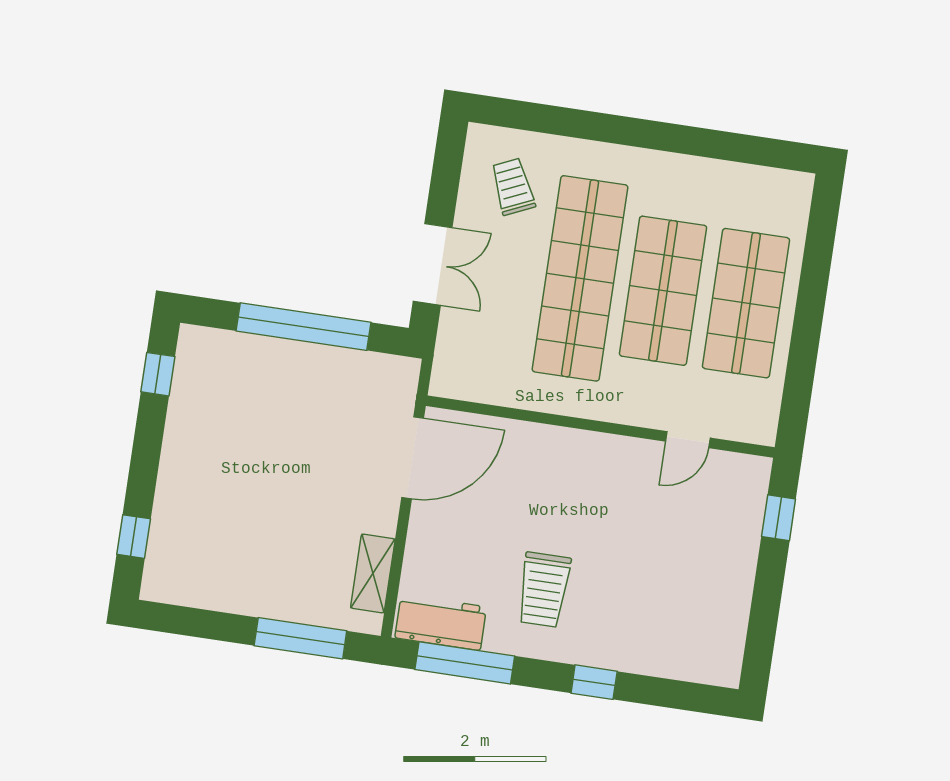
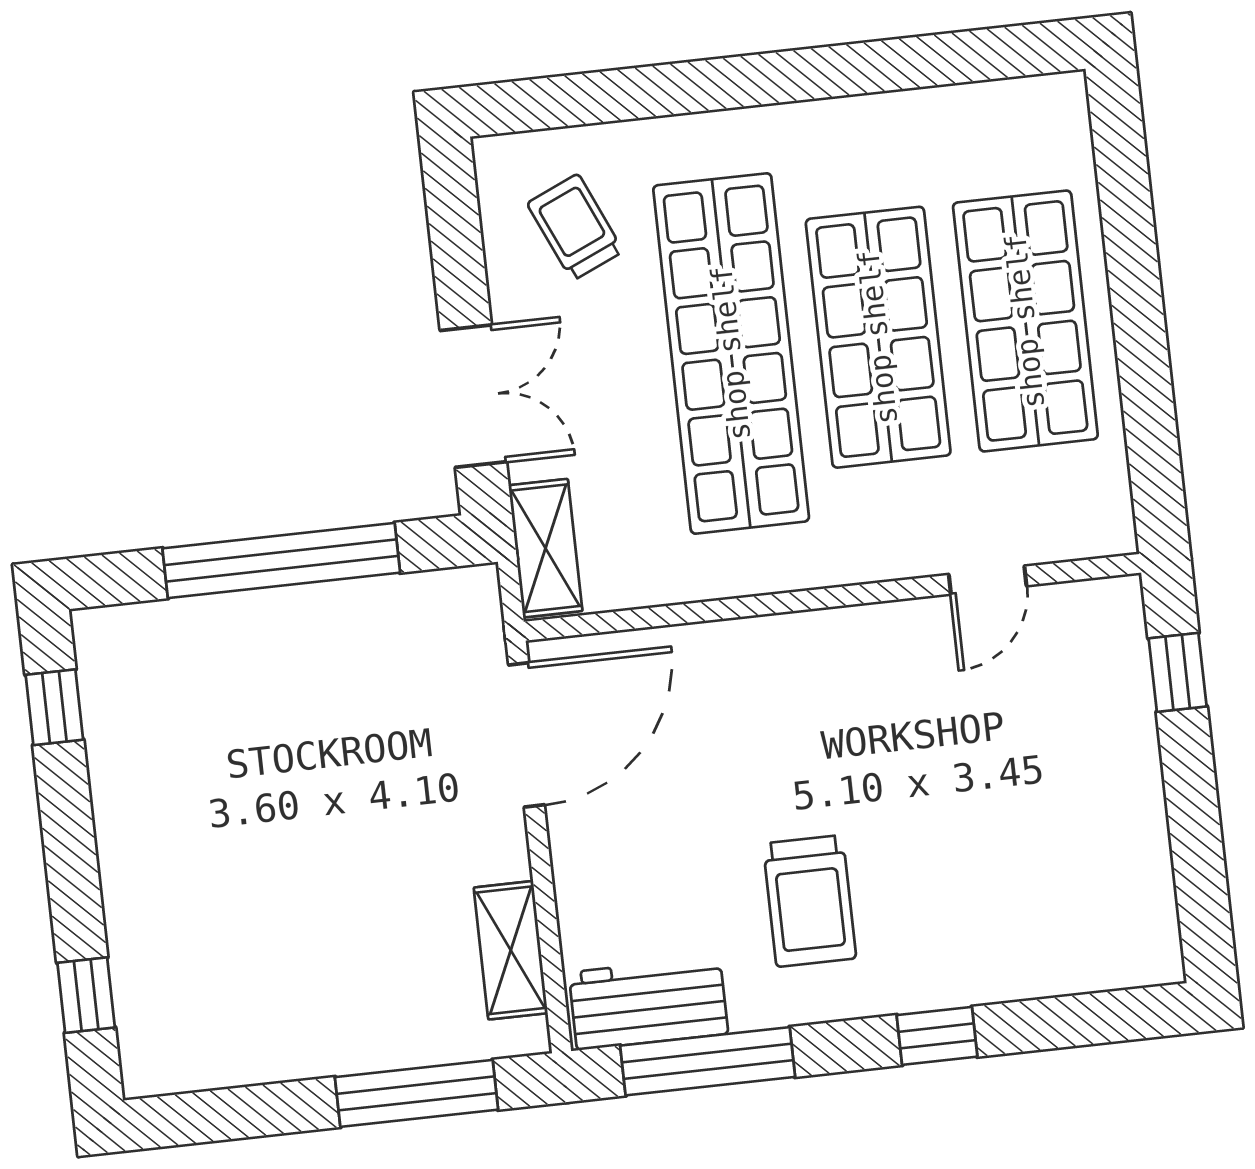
shelving: (450, 358) -> (545, 548), added

